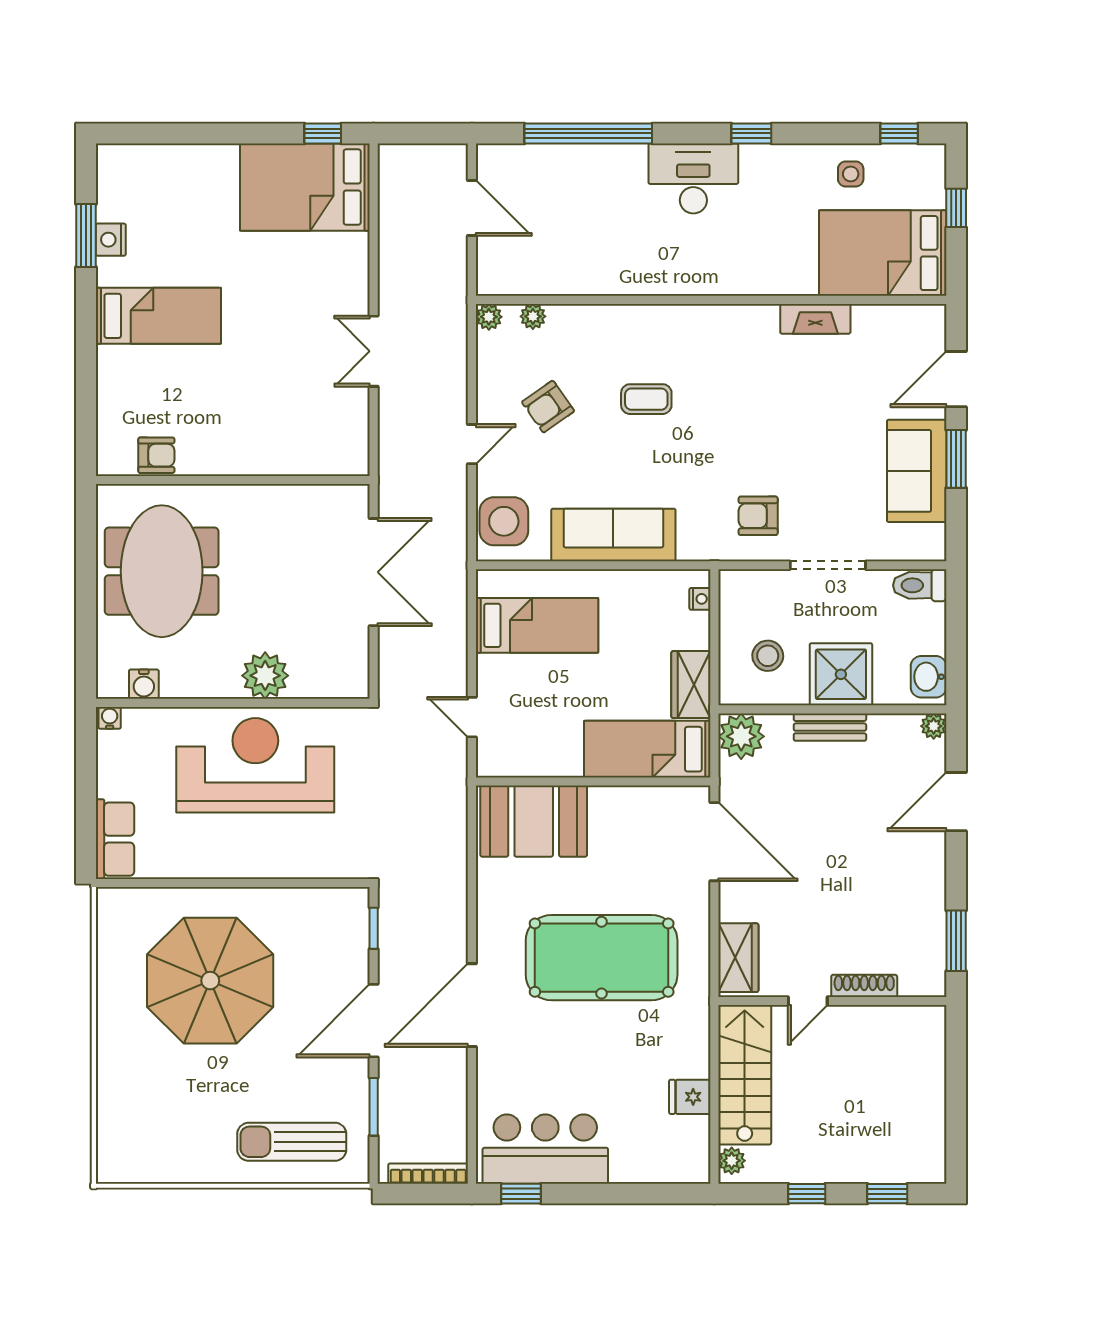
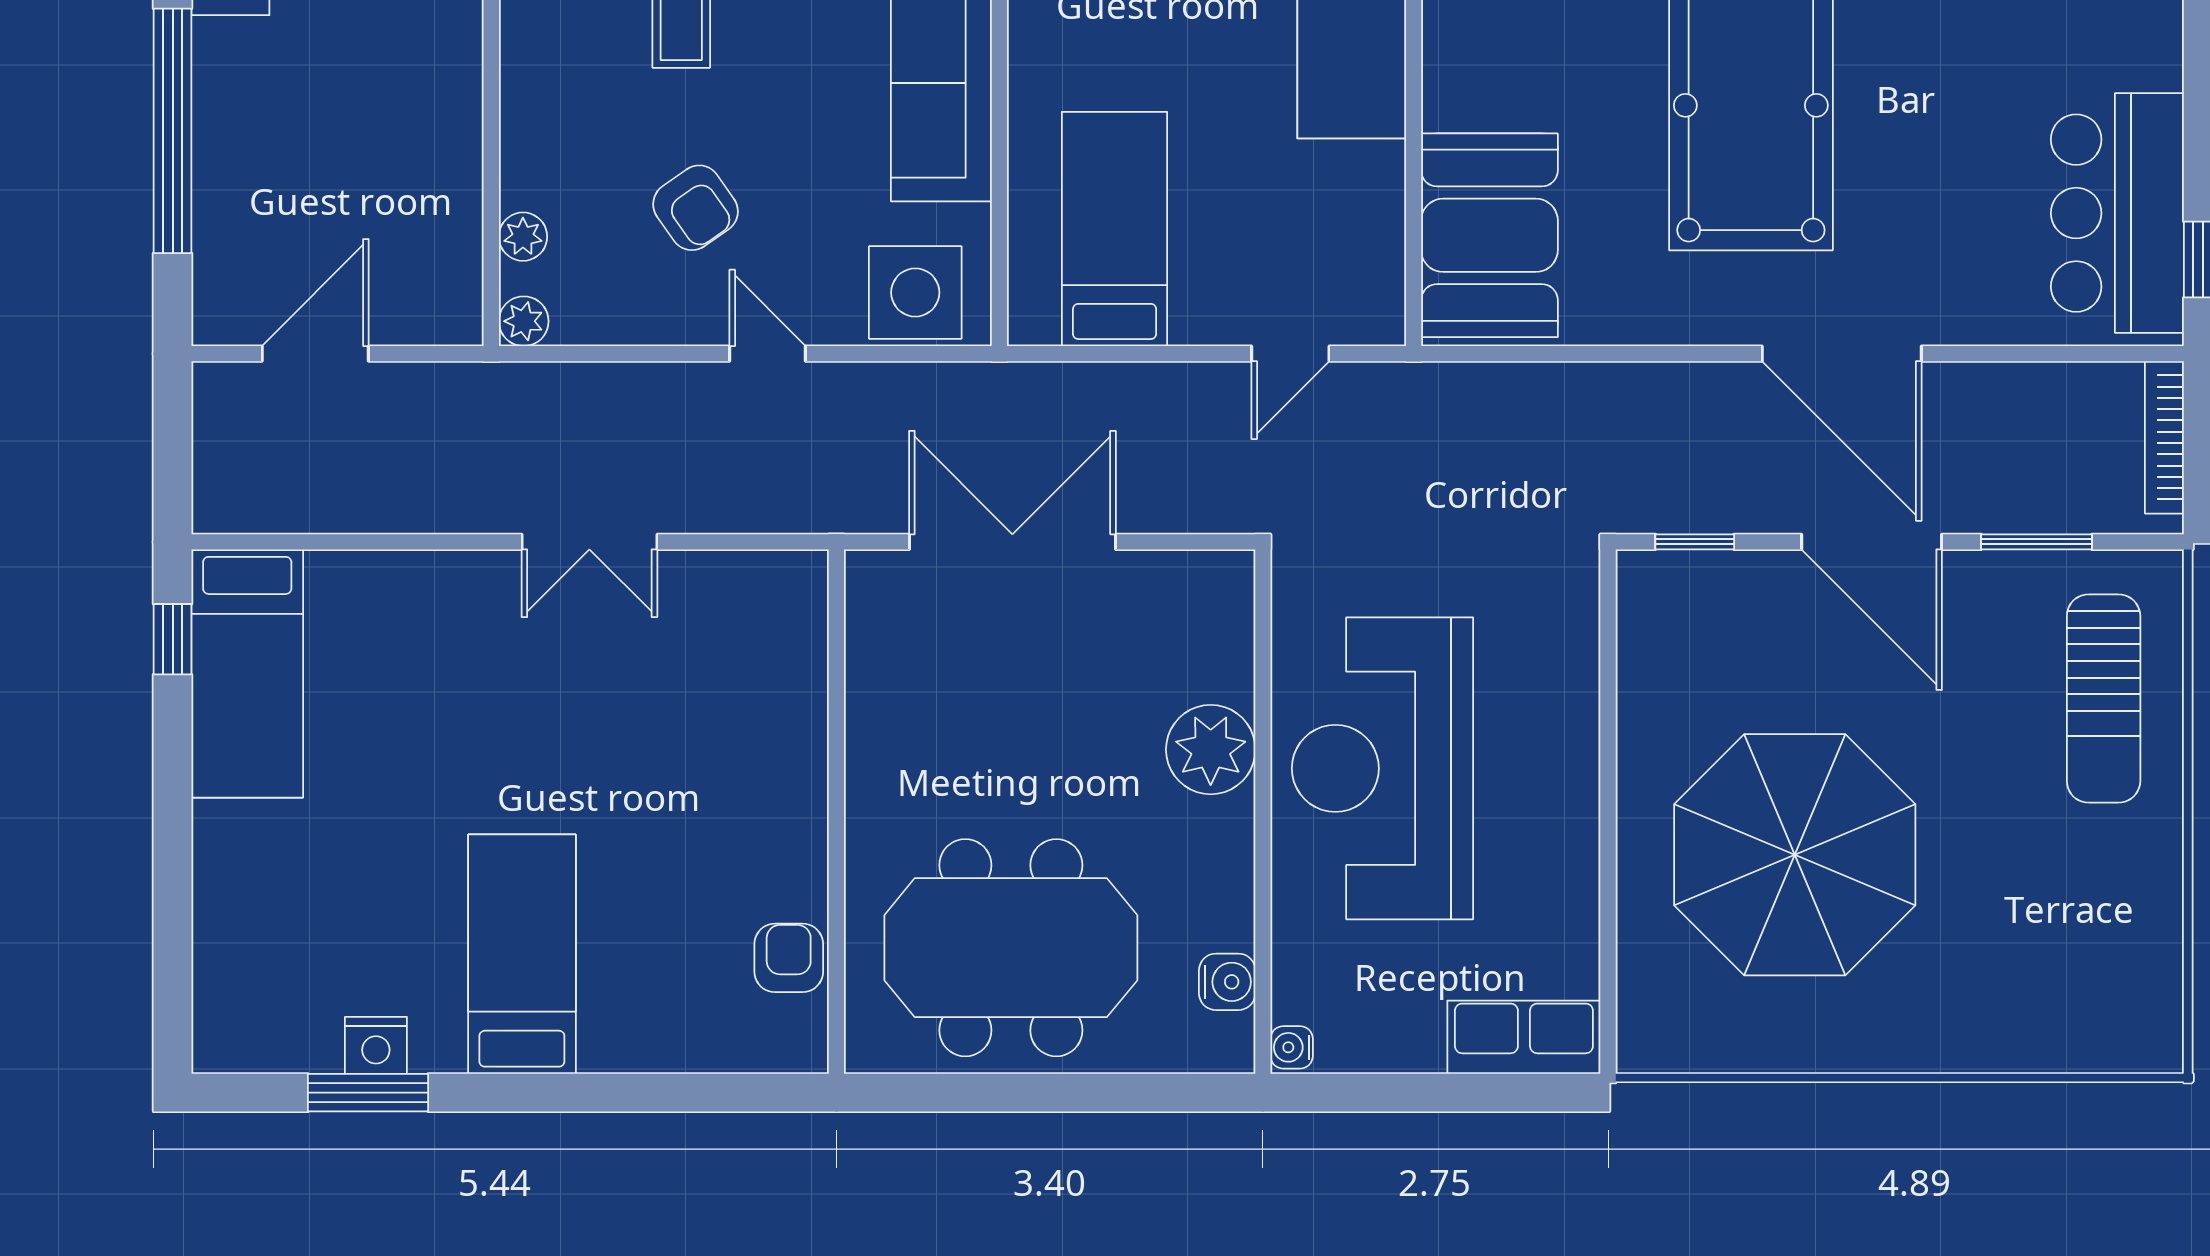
bed: (305, 187) -> (247, 673), width x0.67

